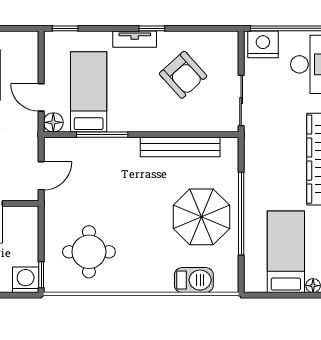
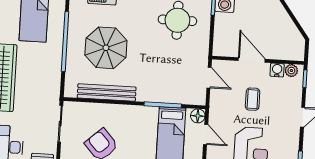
door: (41, 176) -> (209, 78), swing flipped
parasol: (201, 217) -> (106, 48), moved

